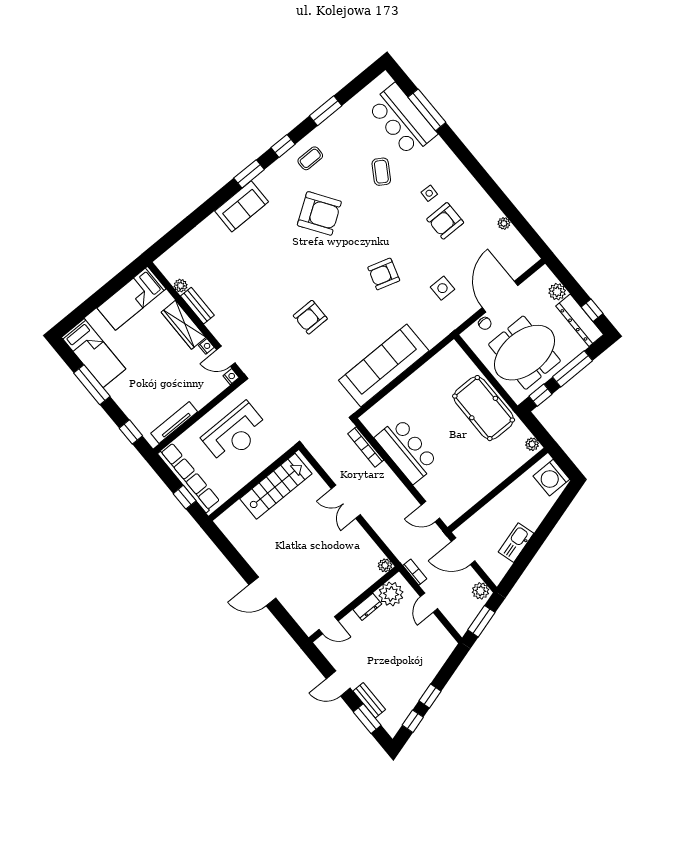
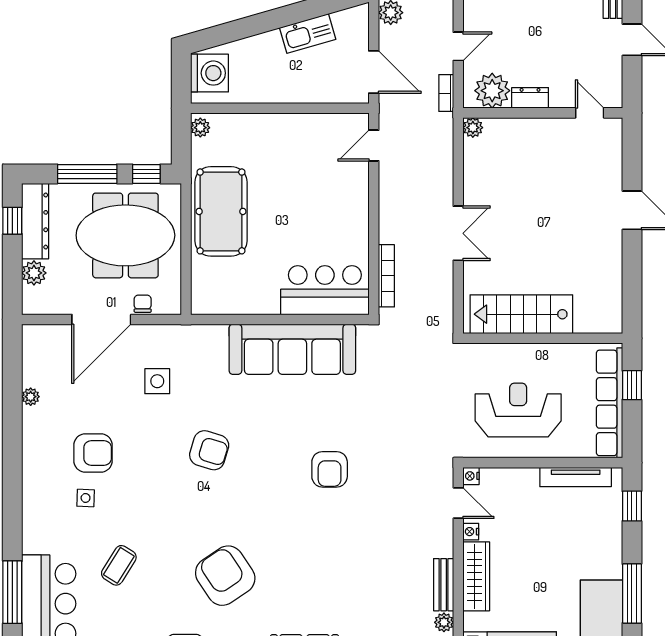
armchair: (310, 317) -> (330, 469), turned 90
bar counter: (407, 450) -> (325, 290), moved, turned 90
door: (431, 512) -> (374, 145), swing flipped

